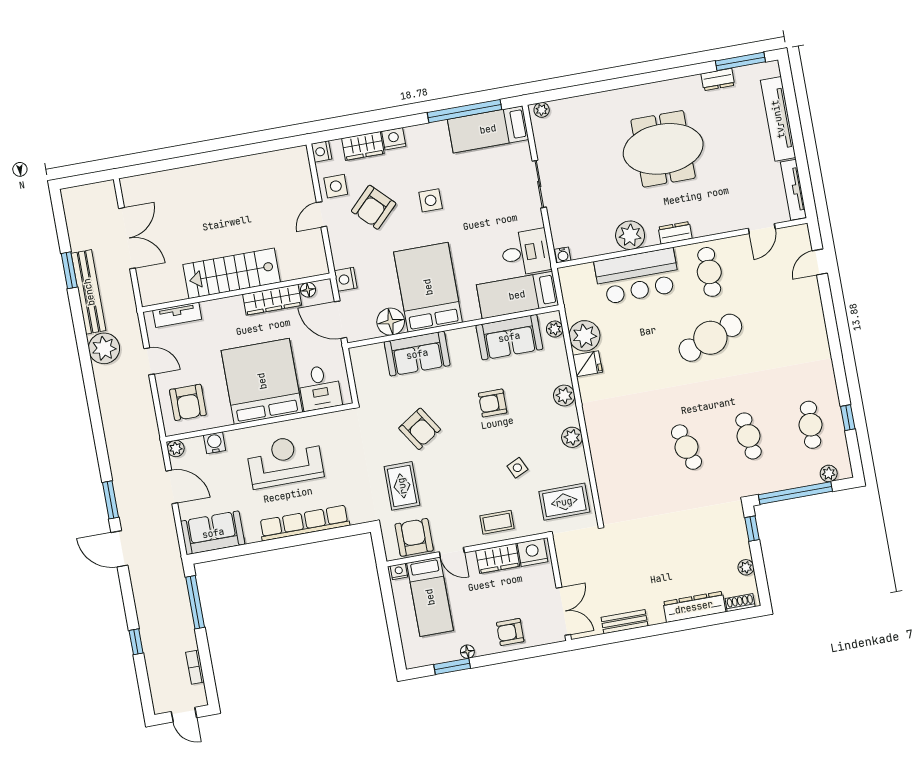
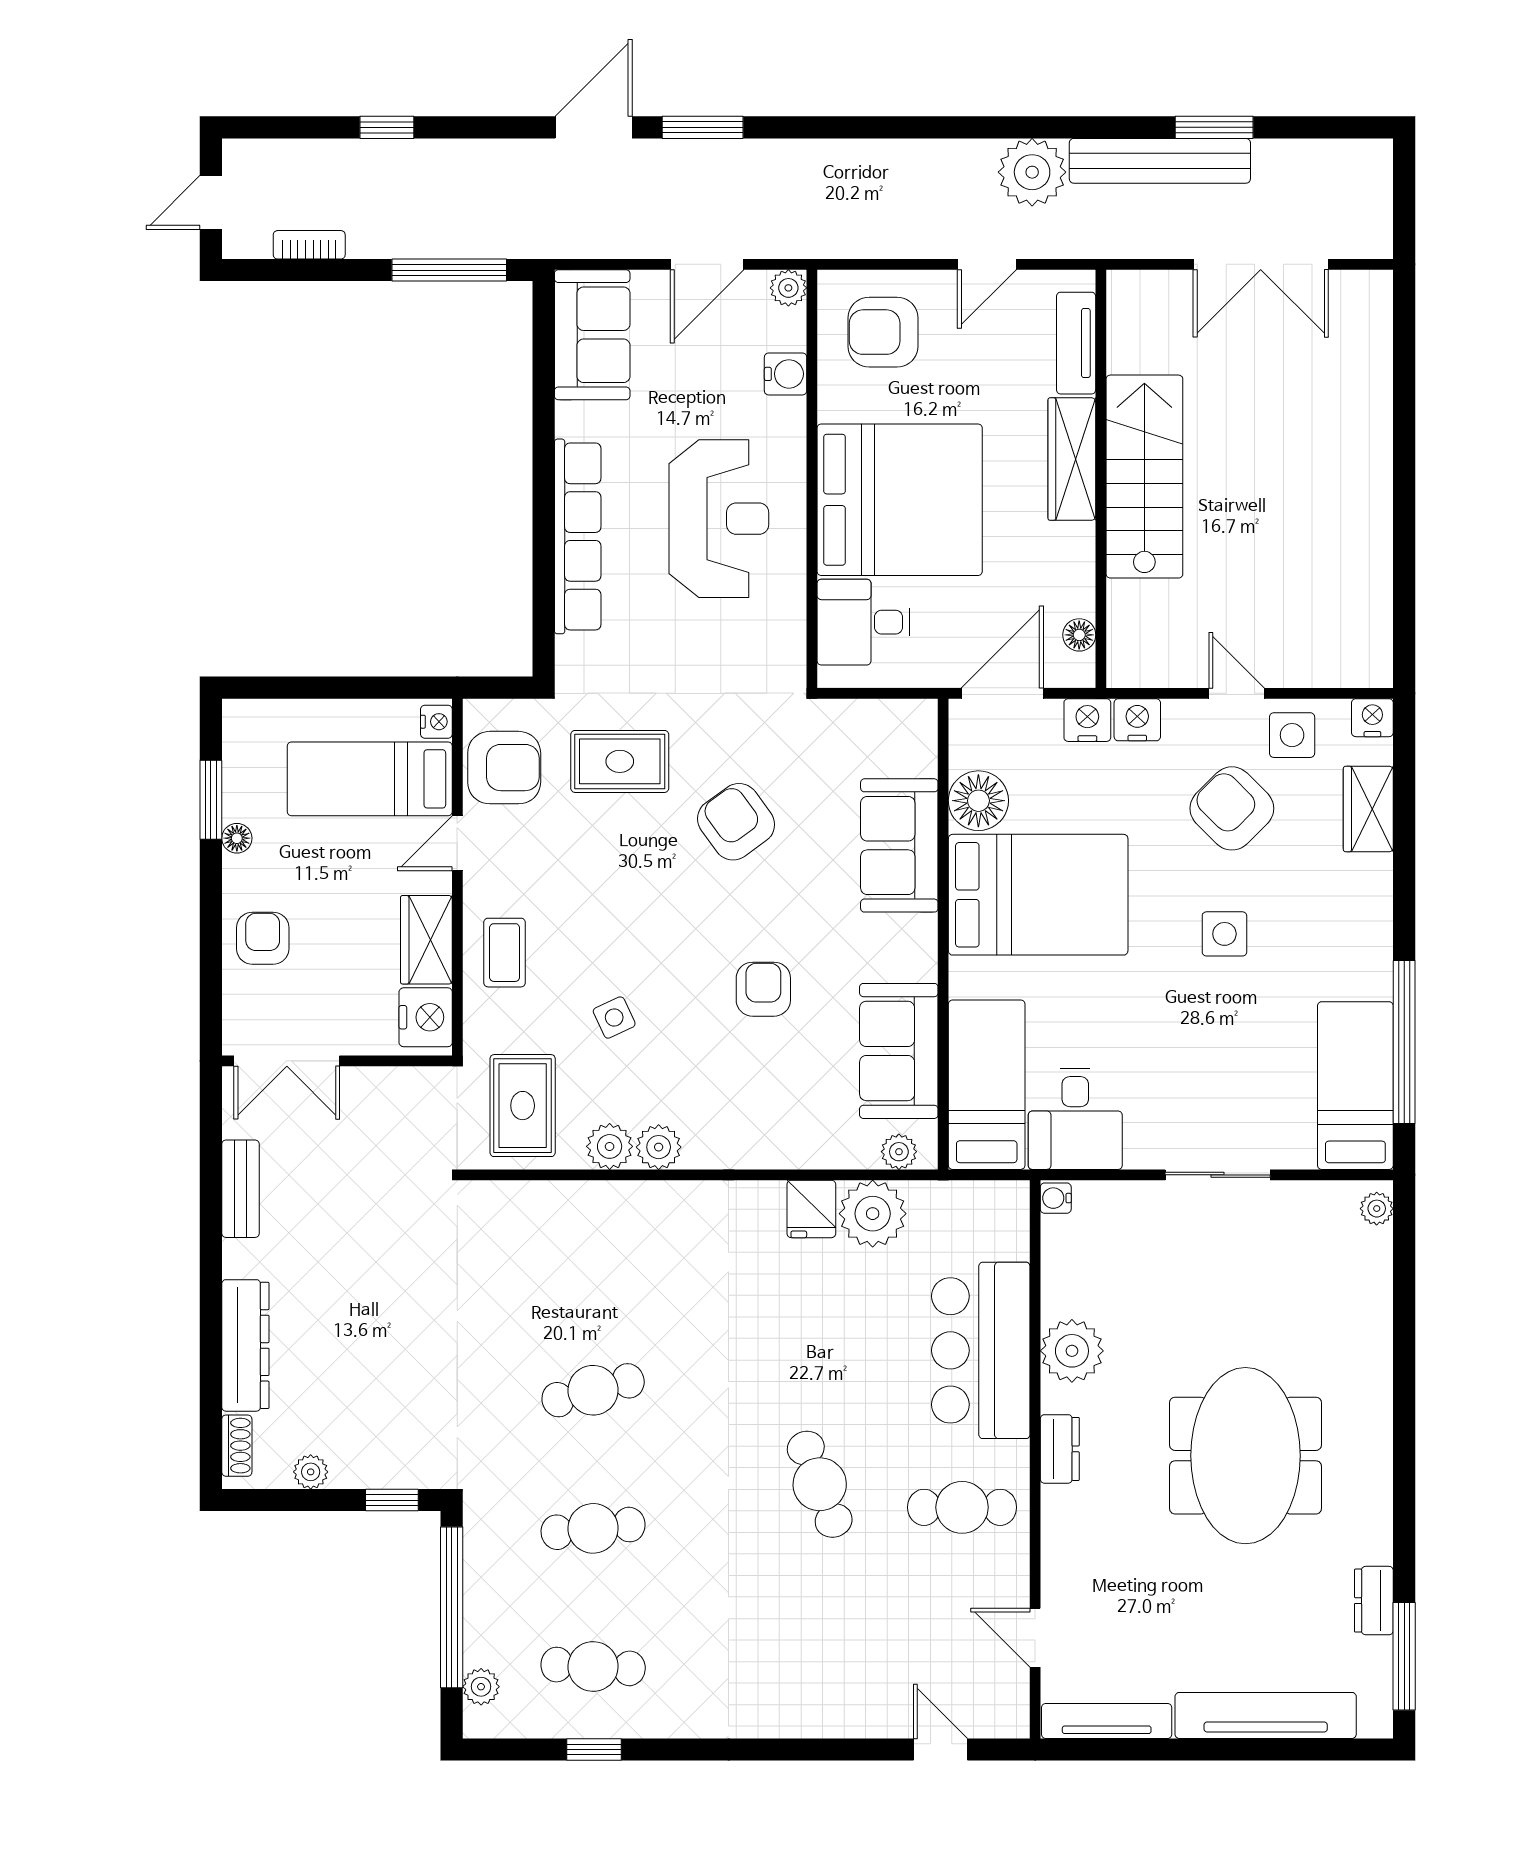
nightstand: (394, 139) -> (1137, 720), moved, turned -90
wardrobe: (272, 300) -> (1072, 459), moved
cafe table: (710, 338) -> (820, 1484), width x0.73, depth x0.74
plant: (564, 395) -> (610, 1146), moved
armchair: (420, 429) -> (736, 822), turned 87

